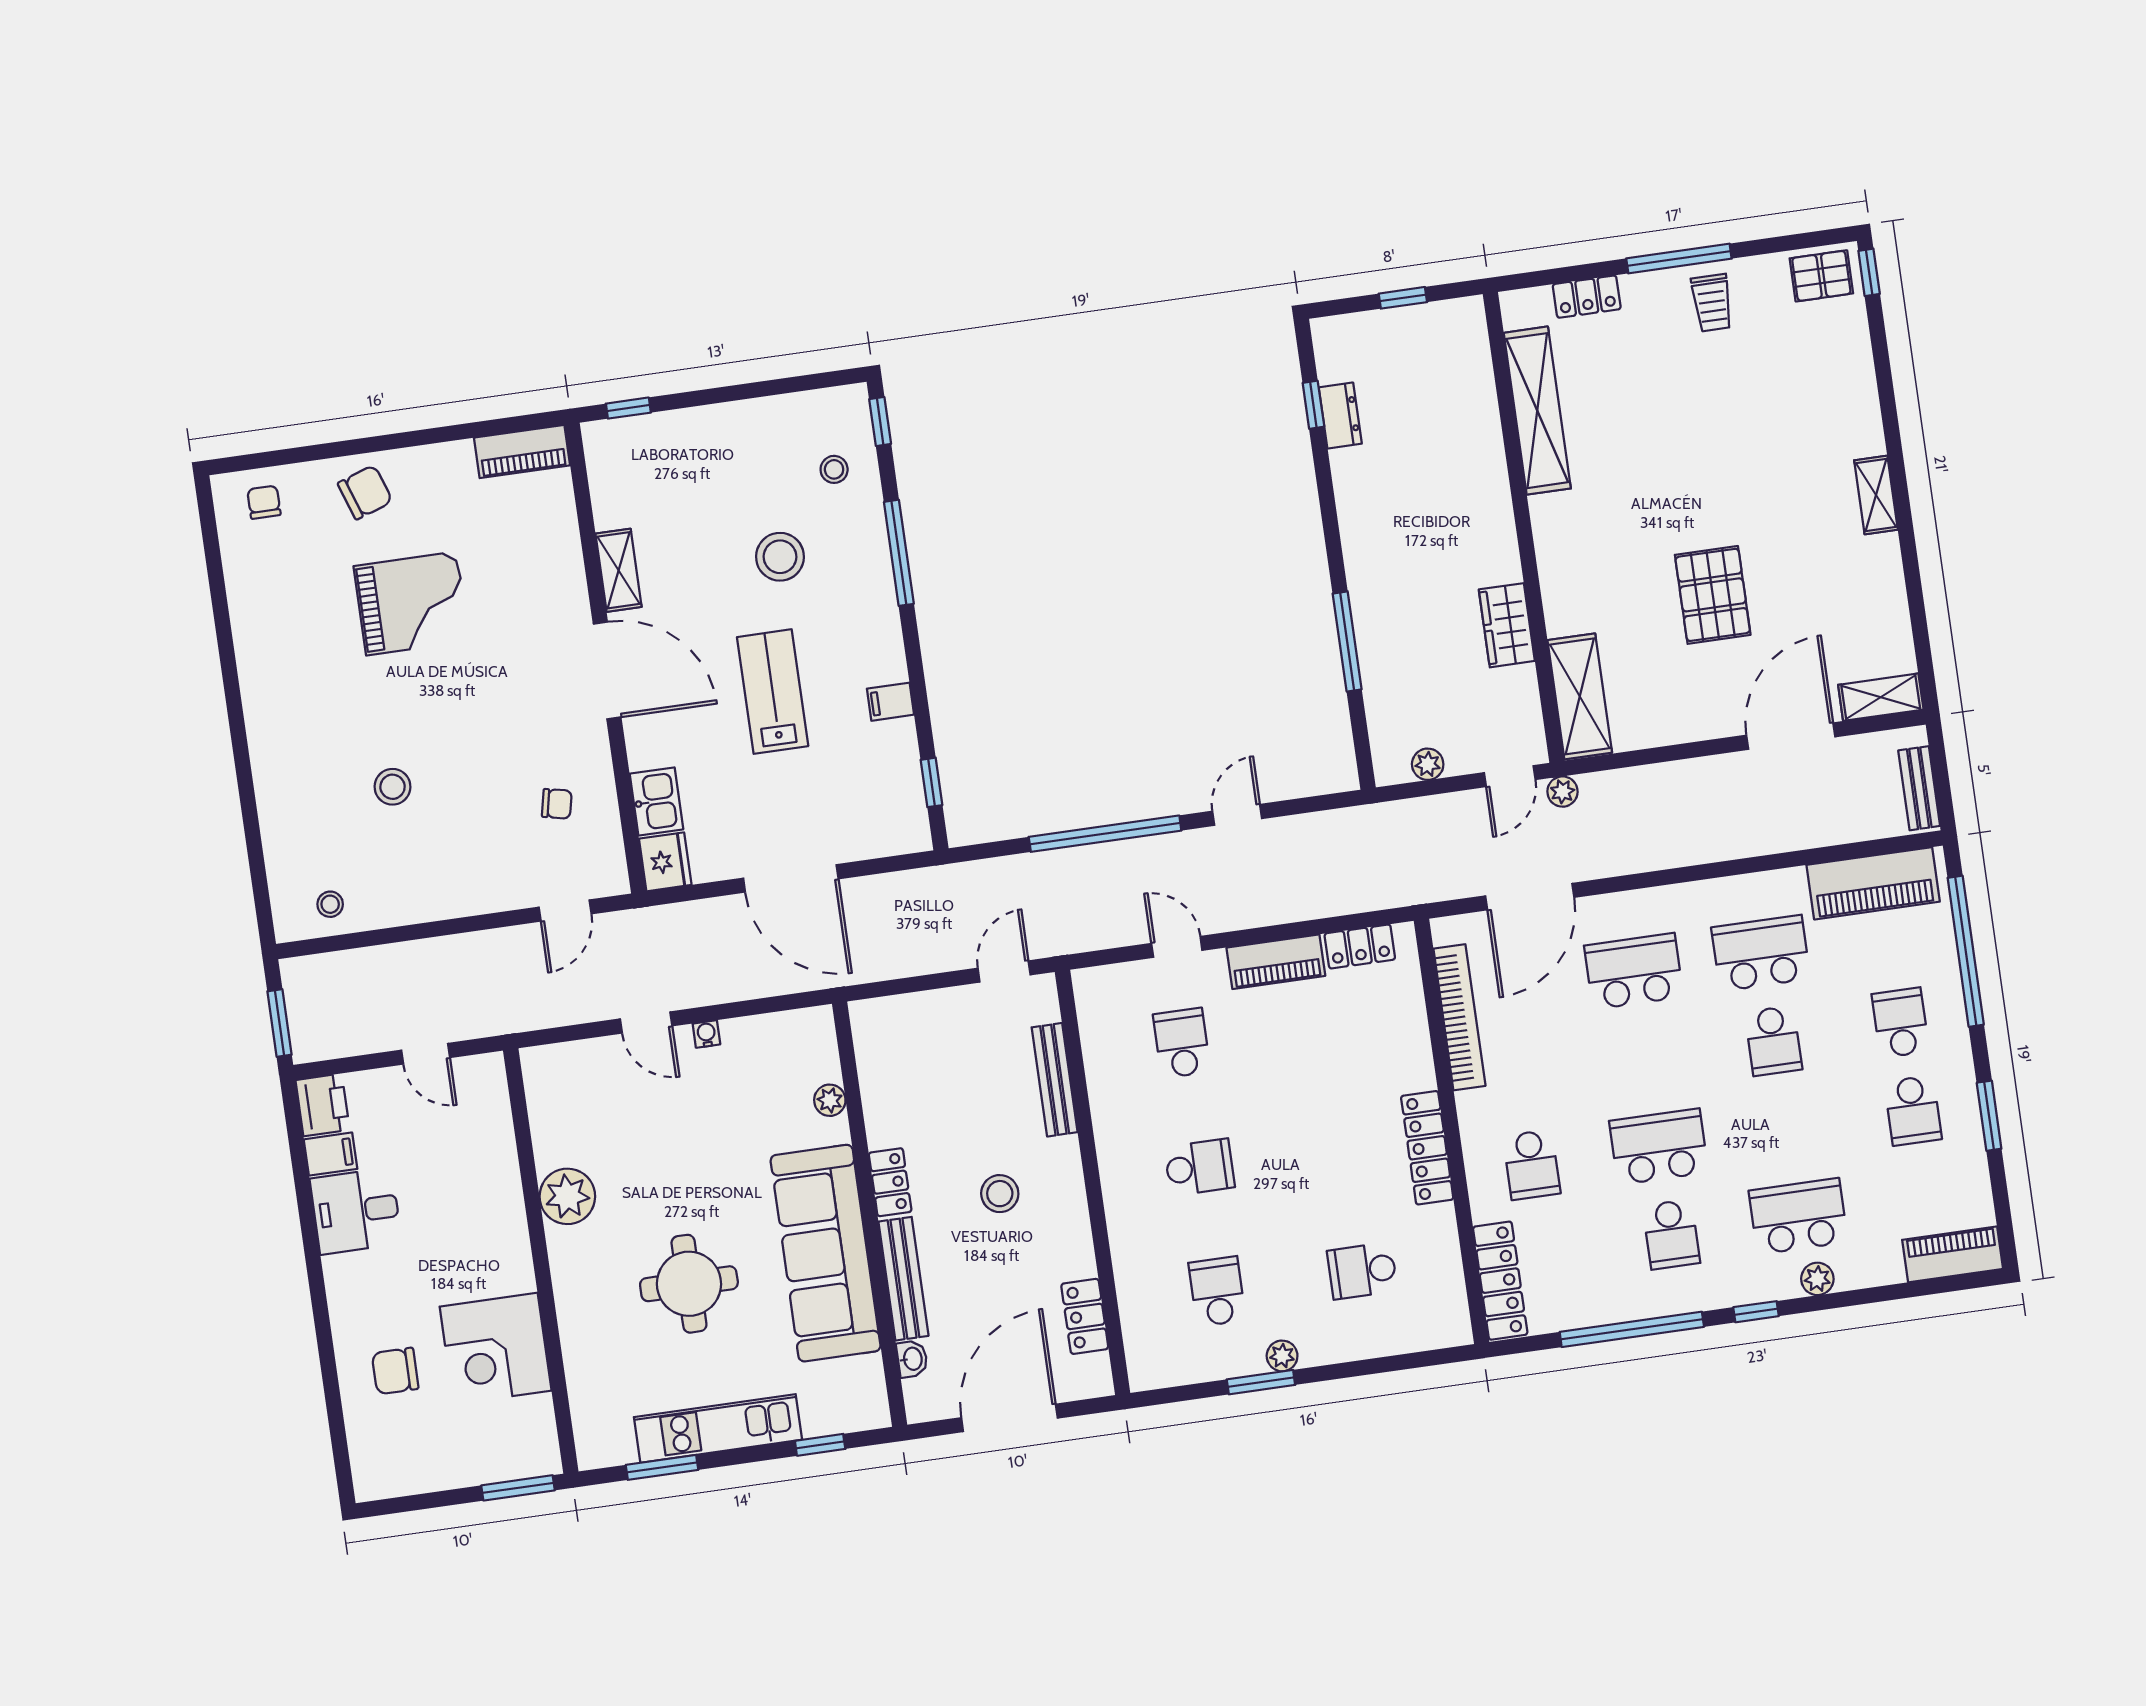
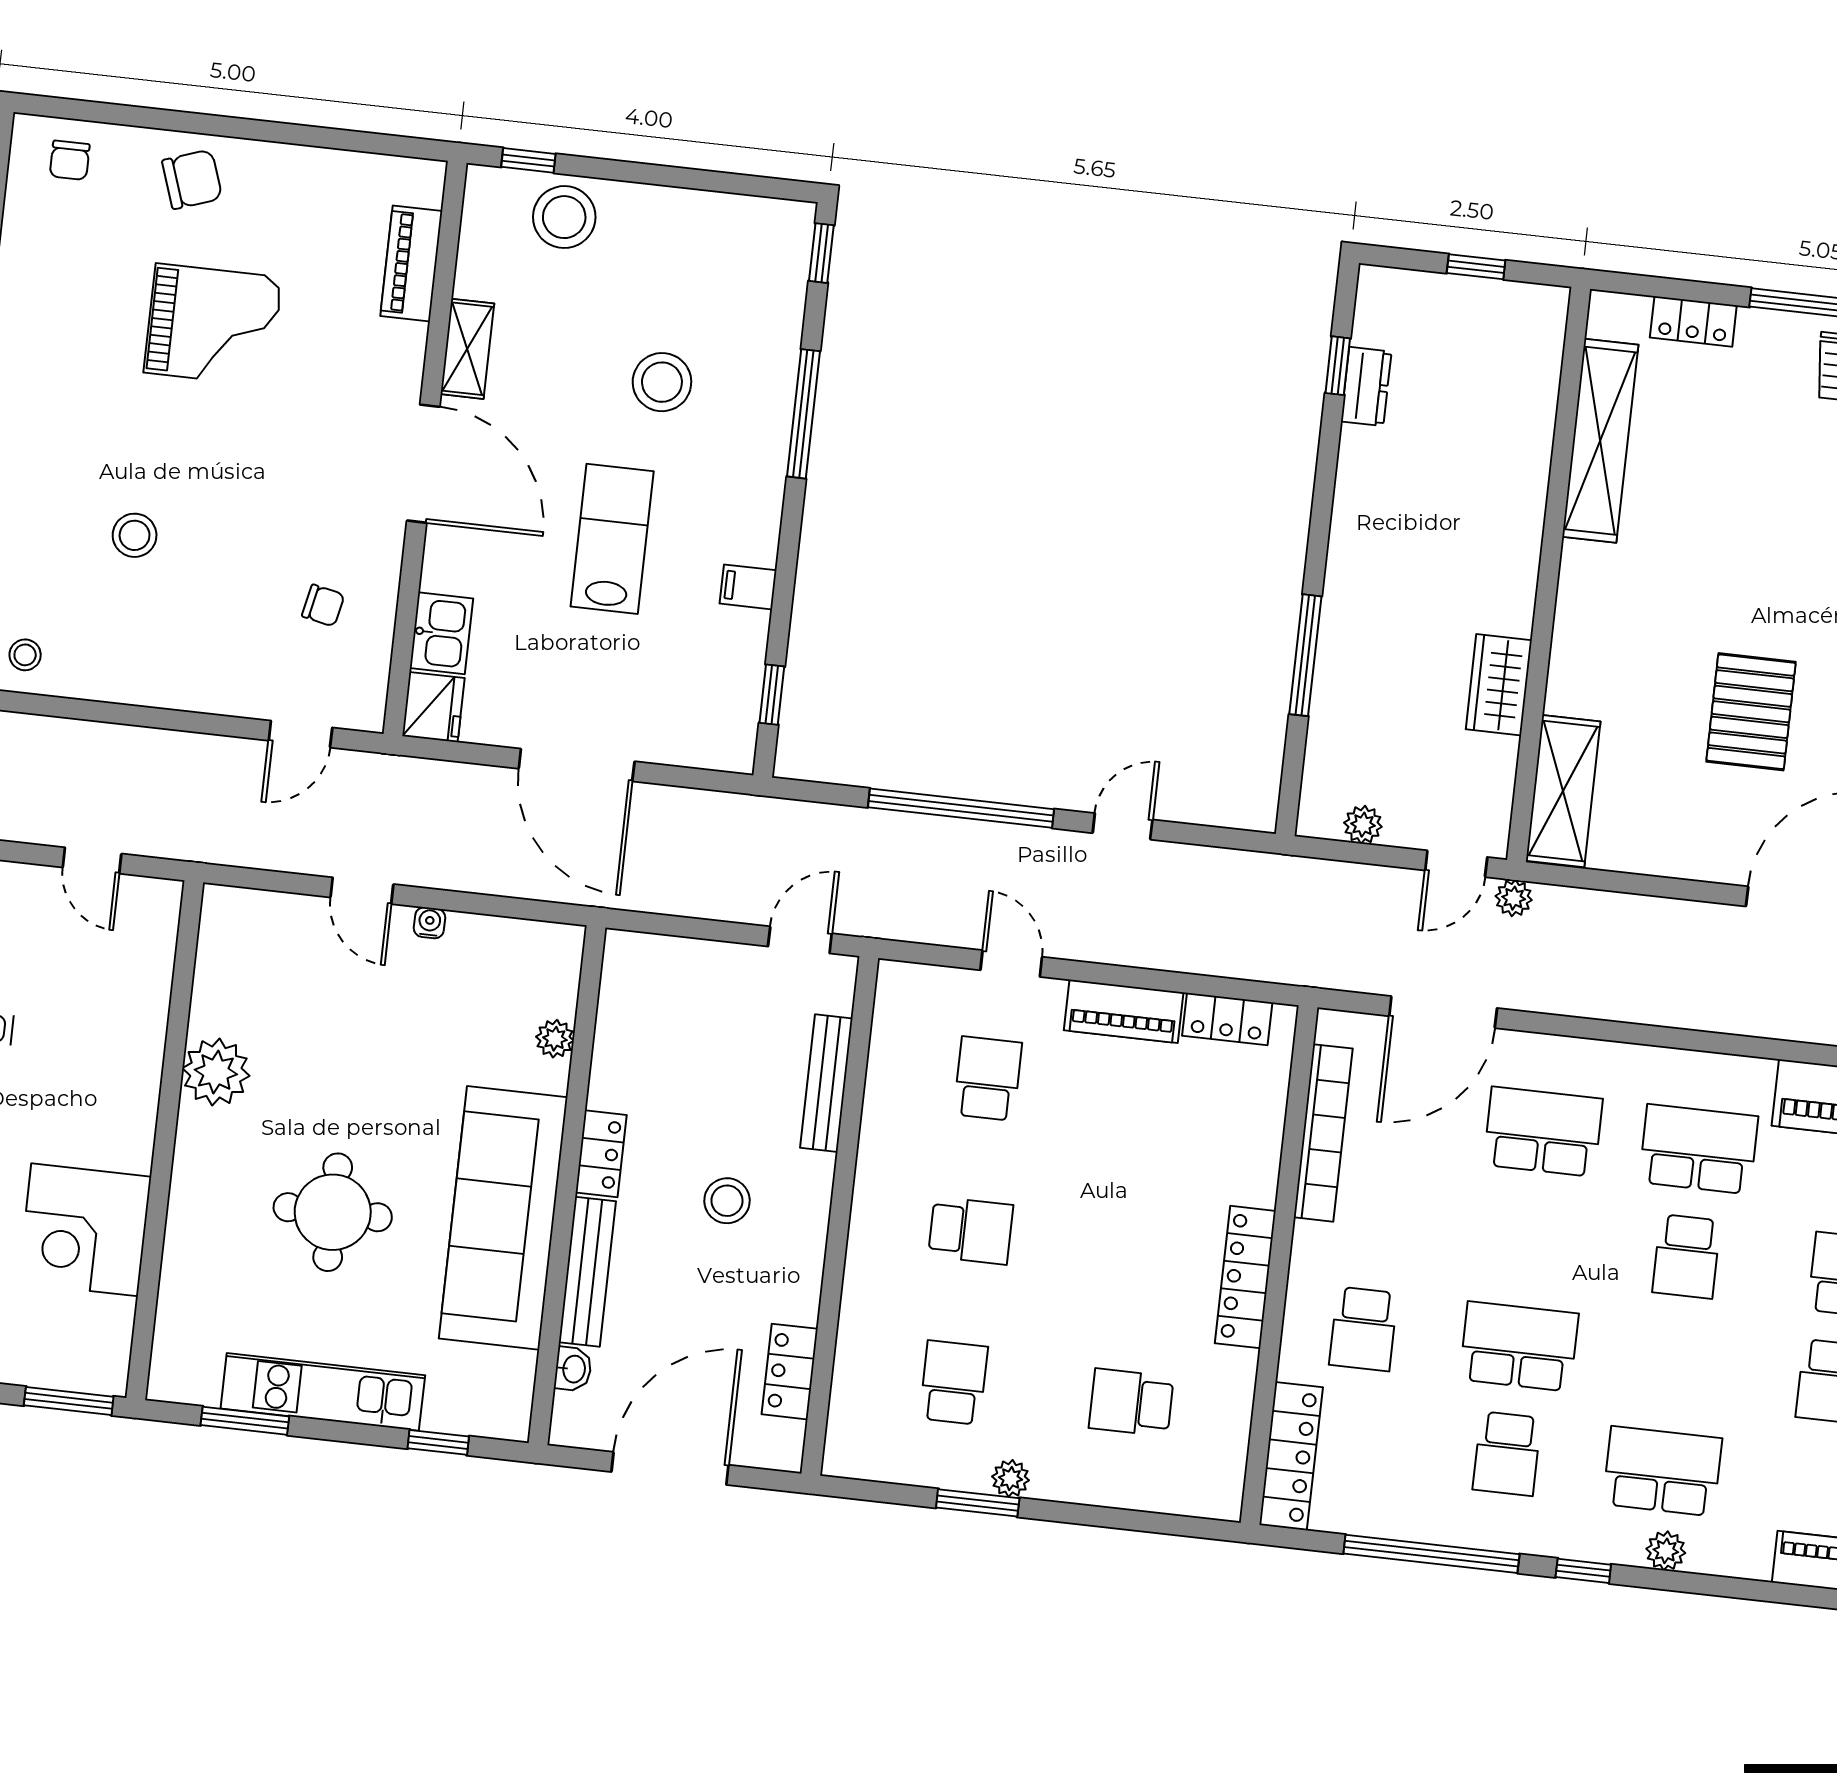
piano: (522, 452) -> (411, 263), moved, turned 90
stool: (834, 469) -> (564, 217), moved, width x1.89, depth x1.89
chair: (264, 502) -> (70, 160), turned 180

